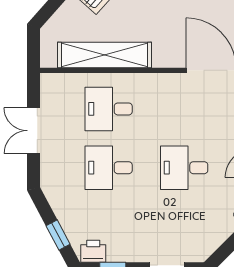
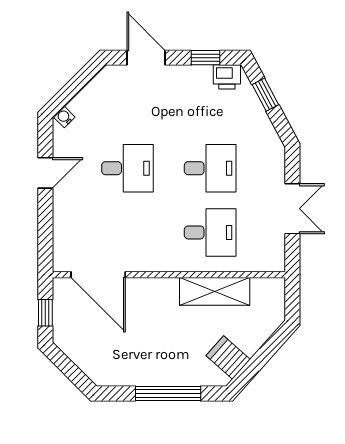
shelving: (105, 55) -> (215, 291), width x0.68

